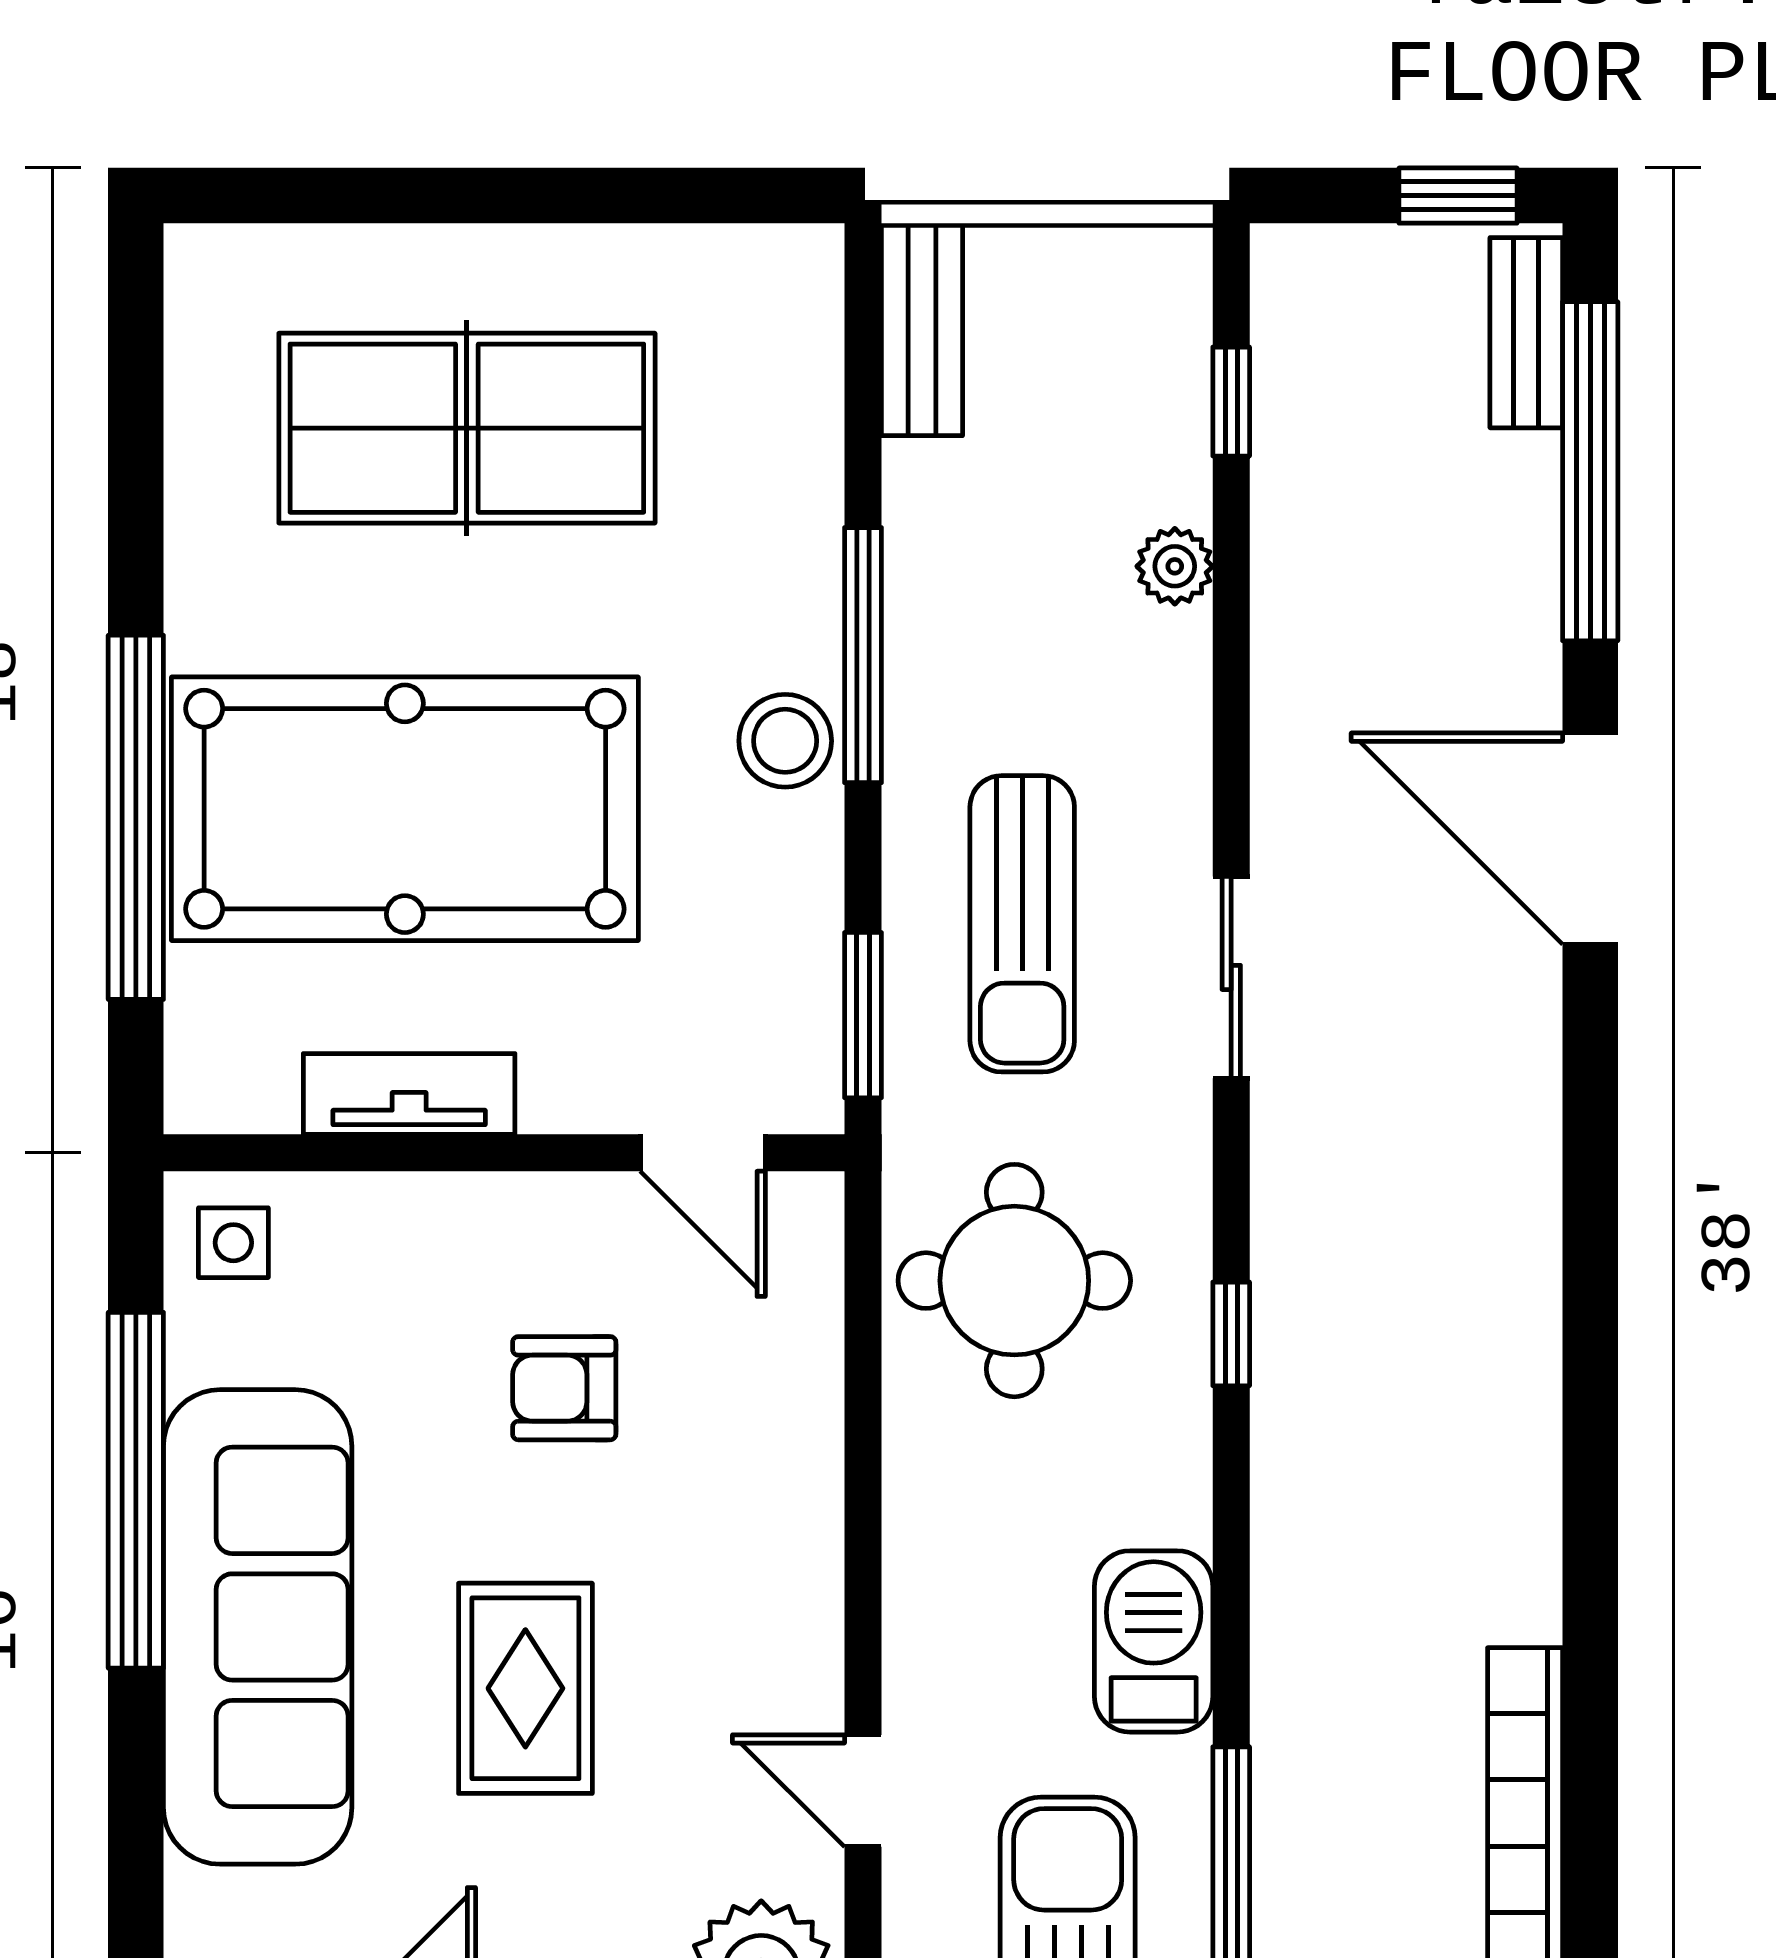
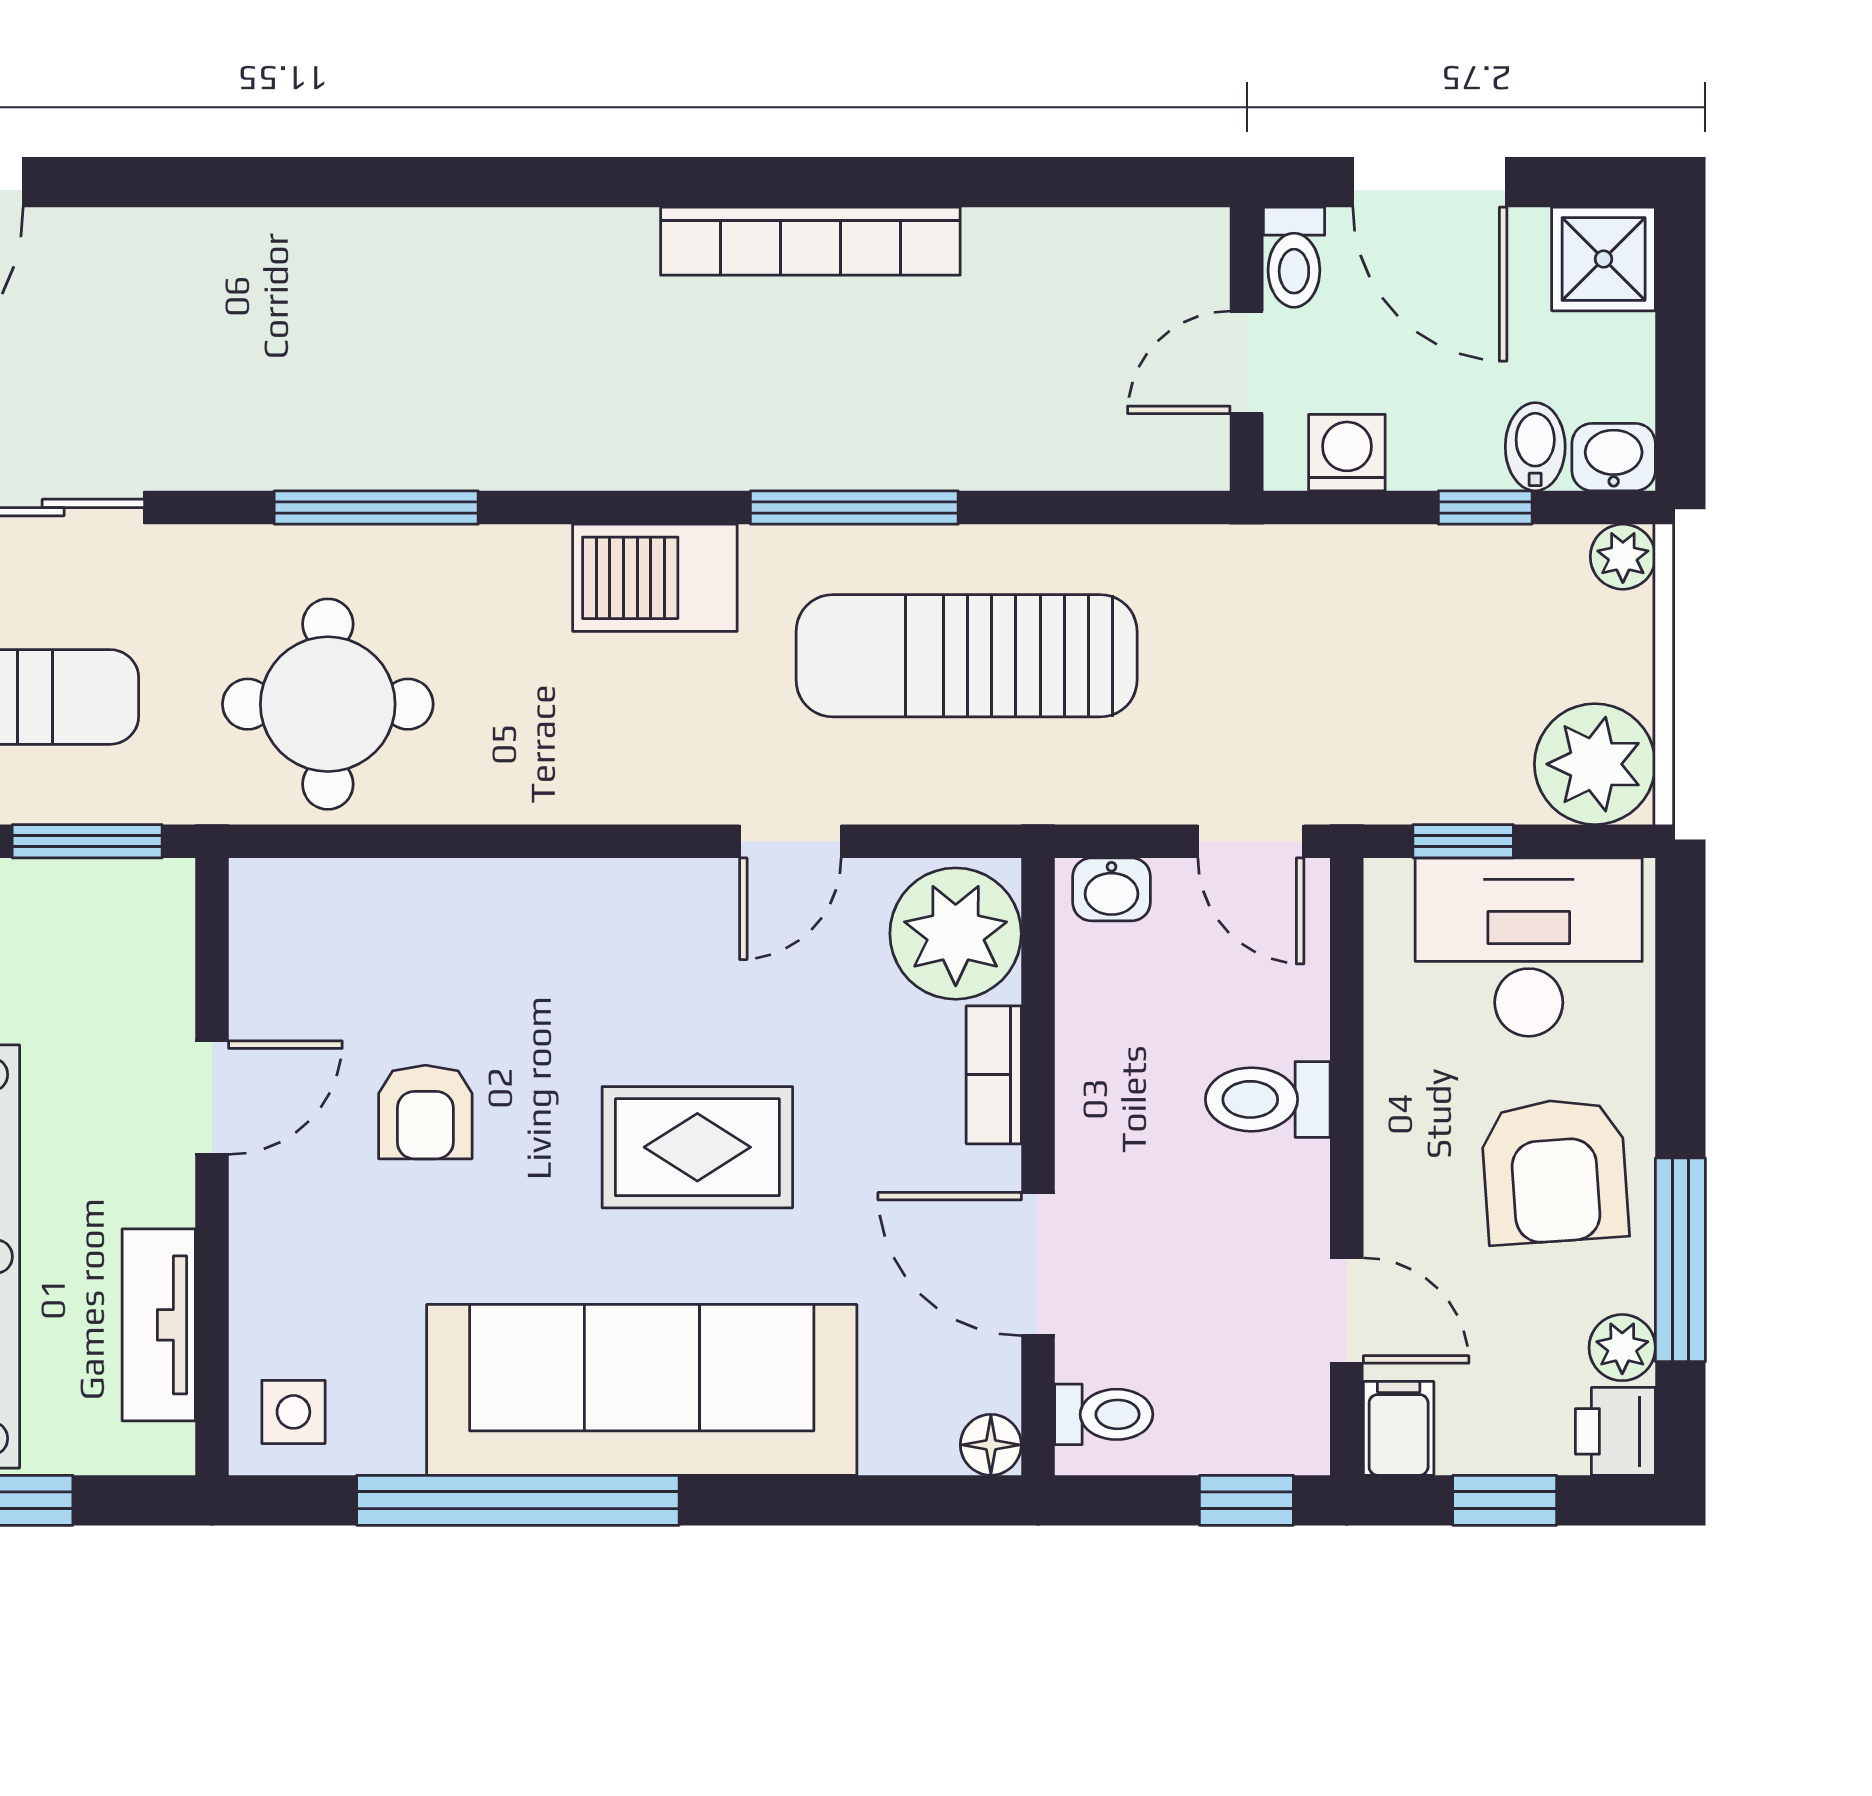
tv unit: (409, 1094) -> (159, 1325), moved
door: (703, 1153) -> (212, 1098), moved
window: (1231, 1334) -> (376, 508), width x2.17

